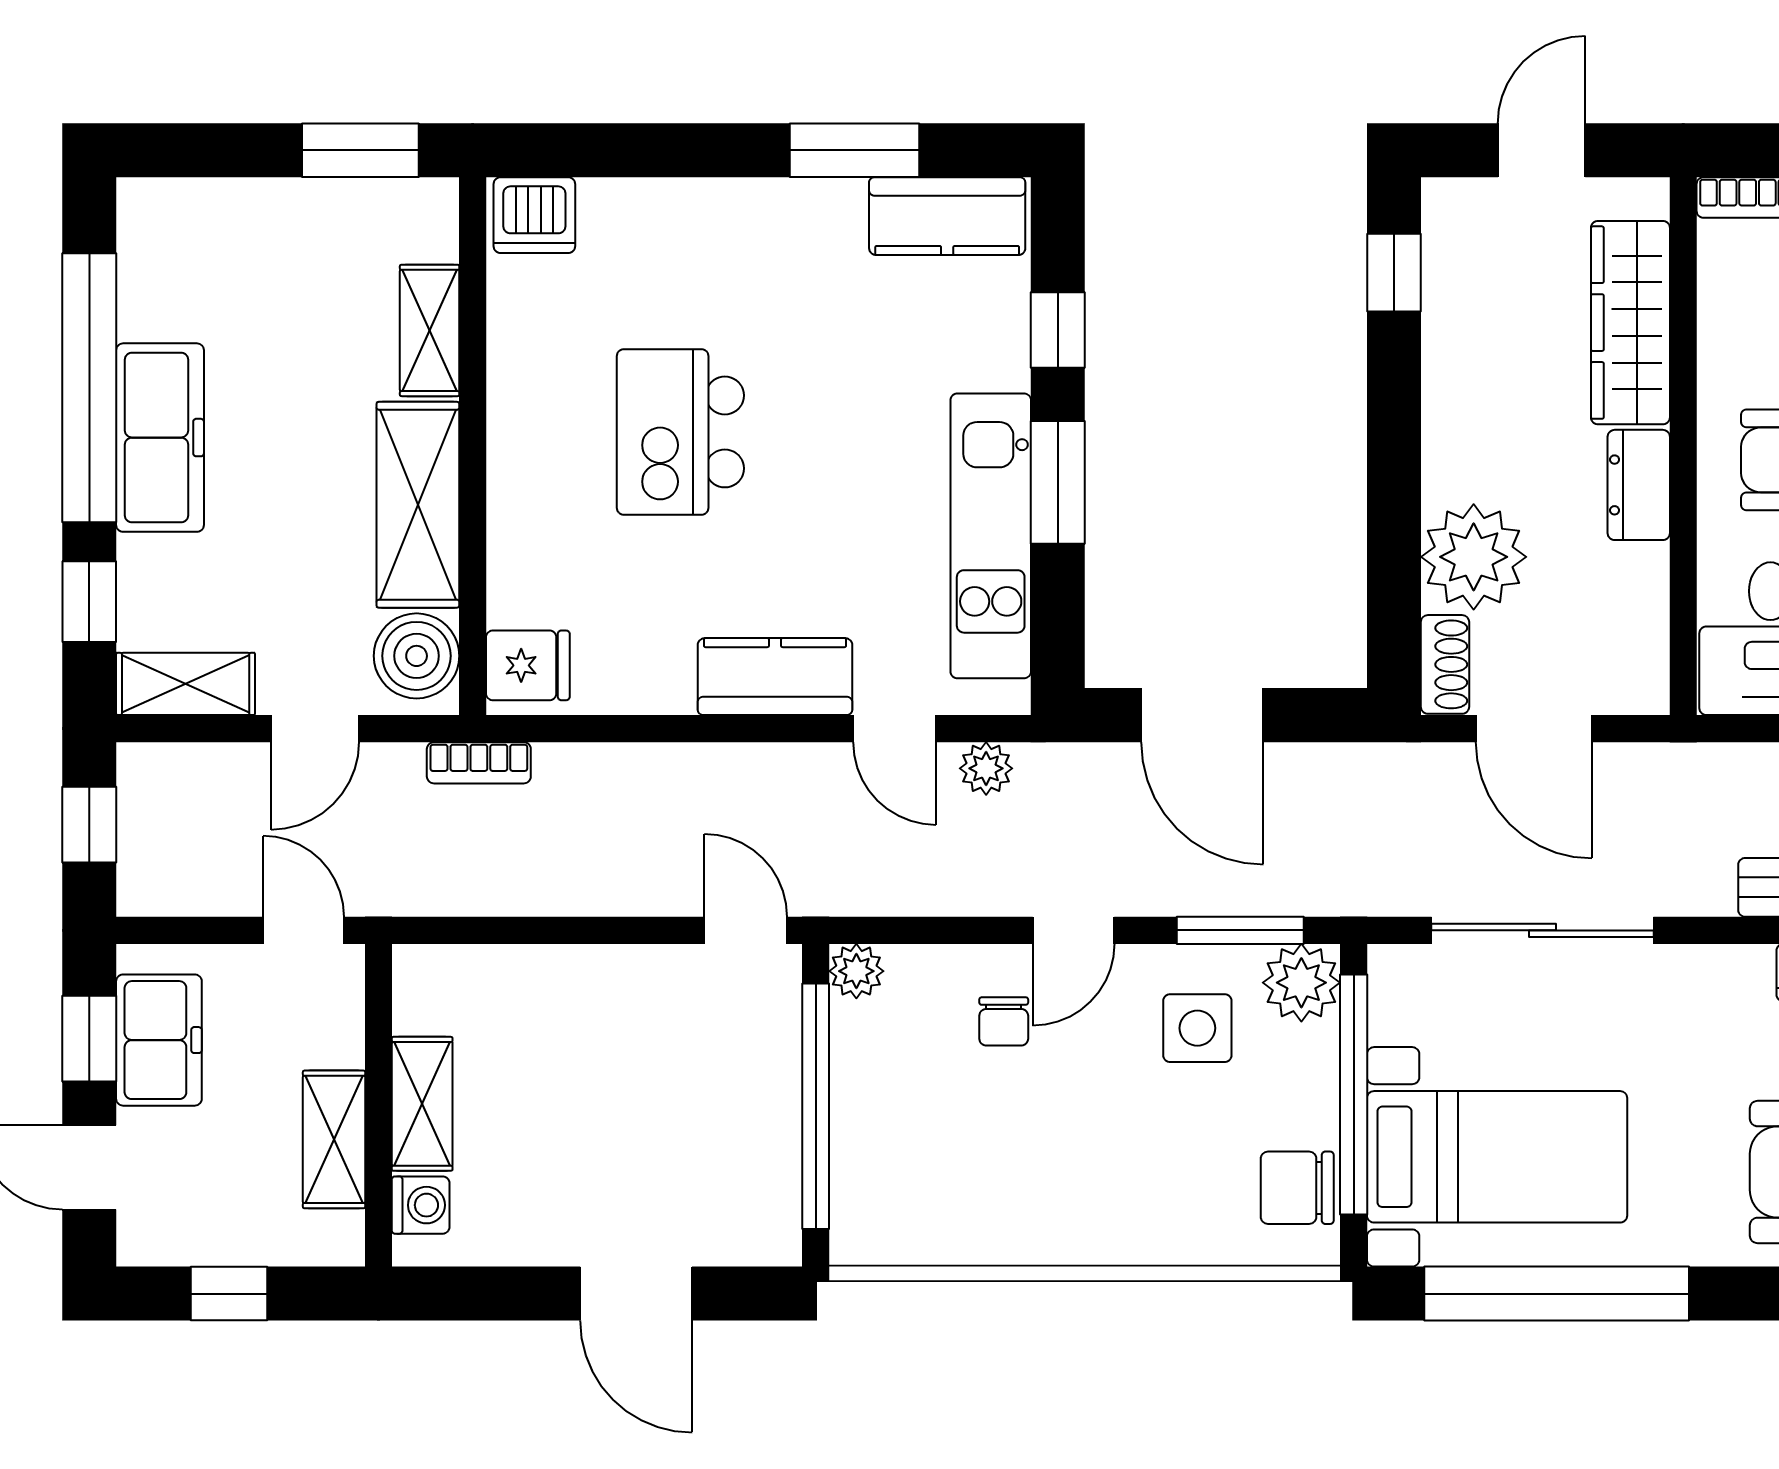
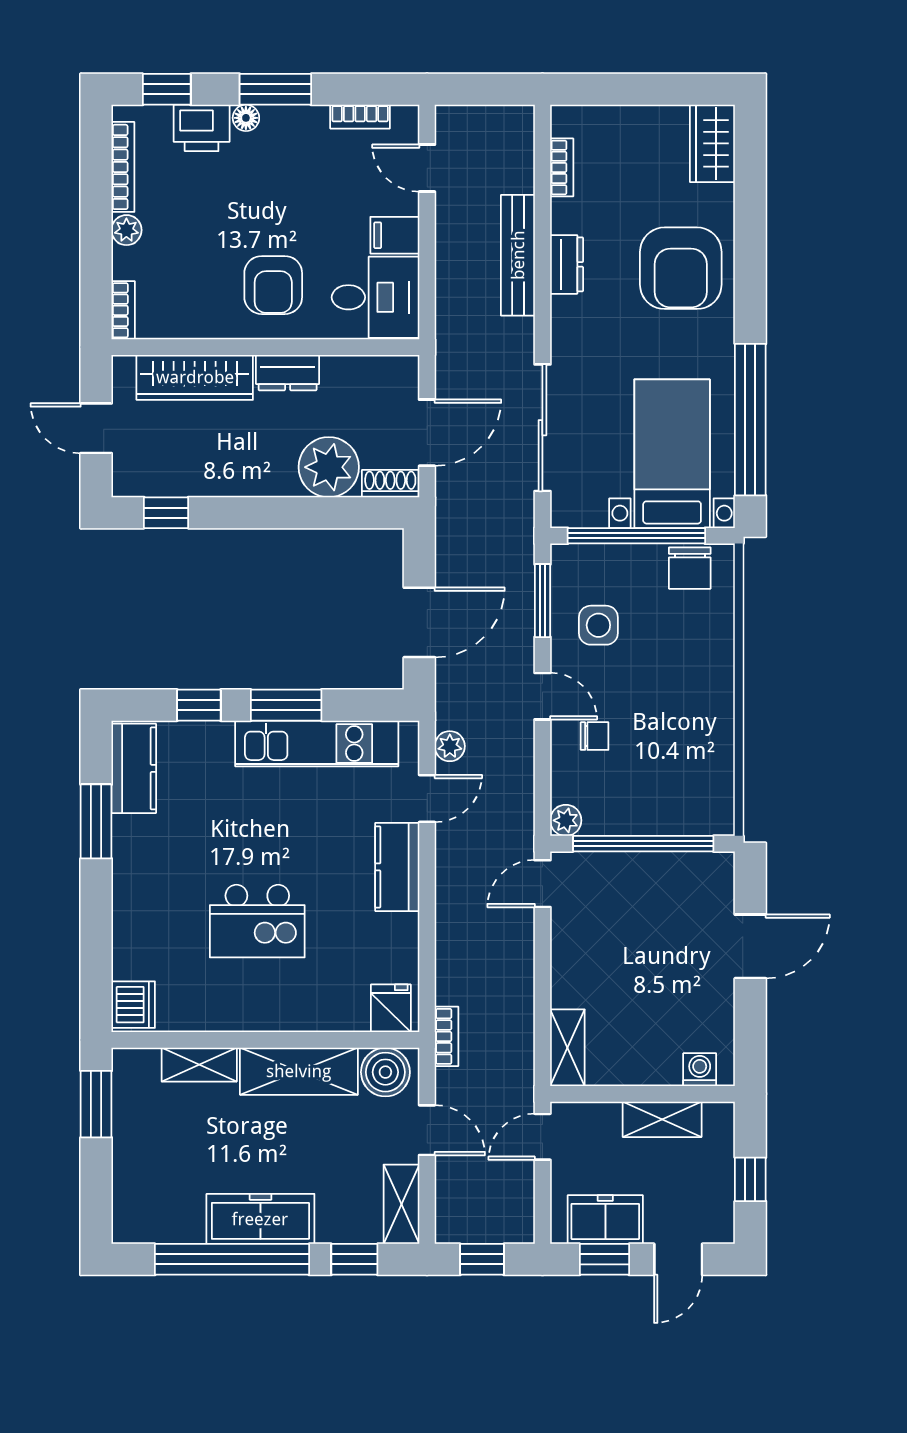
plant: (1301, 983) -> (572, 566), removed
shelving: (422, 1104) -> (567, 1048), moved, turned 90

